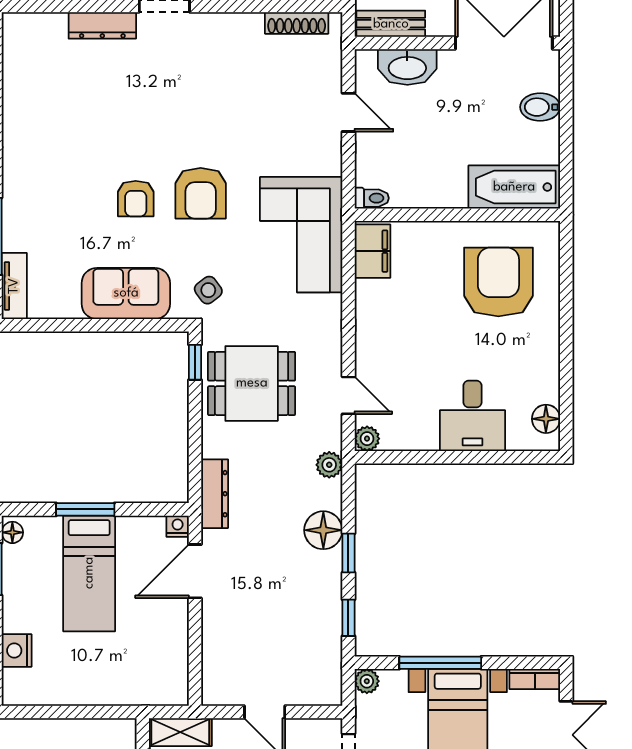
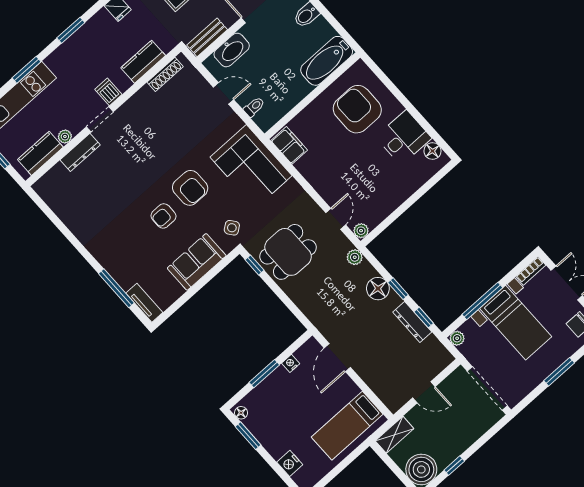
toilet: (372, 198) -> (254, 107), moved
armchair: (136, 199) -> (163, 216), turned 90
door: (348, 395) -> (336, 219), hinge flipped
desk: (473, 416) -> (404, 137), moved, turned -90
dresser: (215, 494) -> (412, 322), moved, turned 180
nightstand: (178, 526) -> (291, 363), moved
bed: (89, 573) -> (347, 426), moved, turned 90

